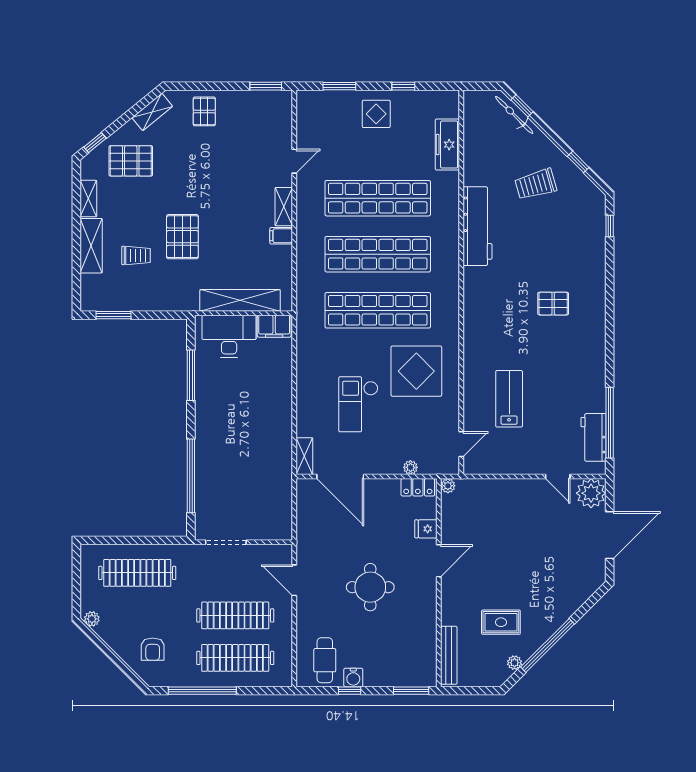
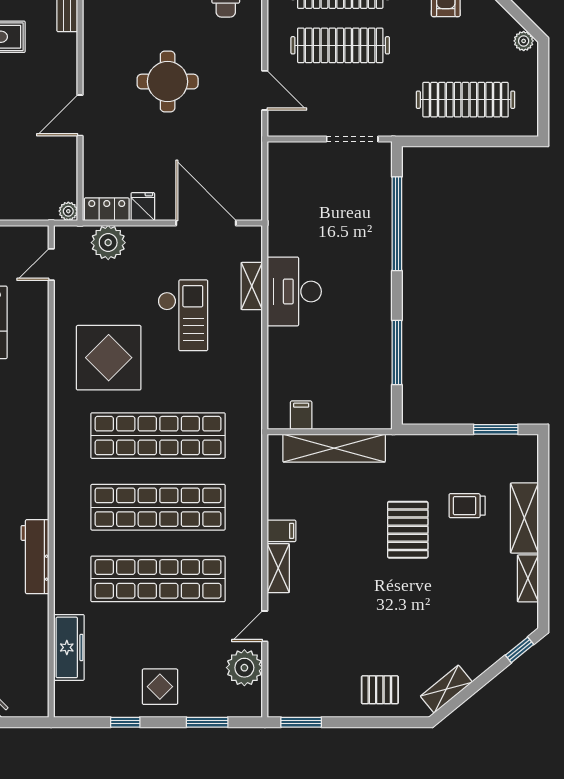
pallet: (204, 111) -> (380, 690), turned 90
plant: (310, 129) -> (244, 668), added
pallet: (131, 161) -> (474, 627), removed
workbench: (478, 226) -> (35, 557), width x0.73, depth x0.76
filing cabinet: (274, 326) -> (301, 415), width x0.50
desk: (229, 336) -> (294, 291), moved, turned 90
shelving: (304, 456) -> (252, 286), moved
plant: (410, 467) -> (108, 243), width x1.88, depth x1.88
fridge: (426, 529) -> (143, 207), moved, turned -90

